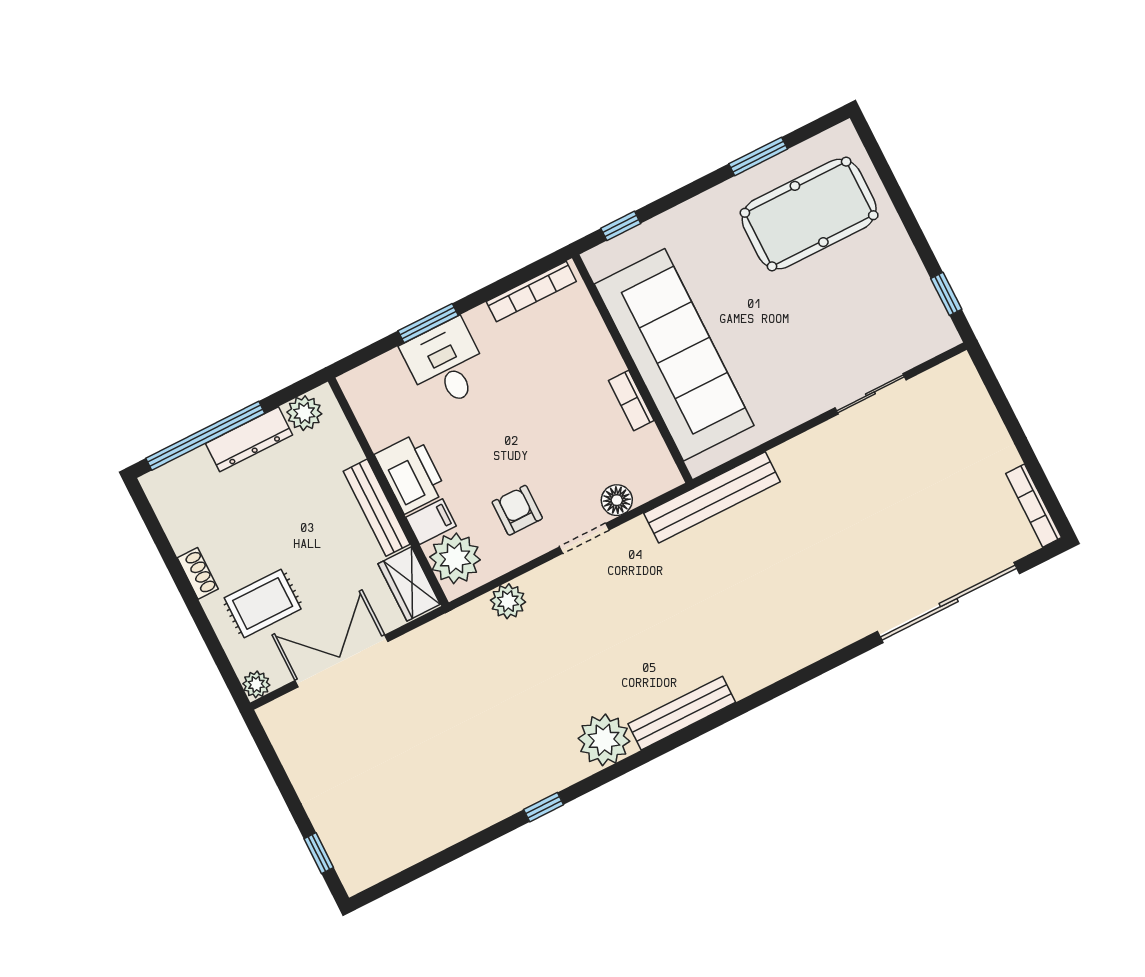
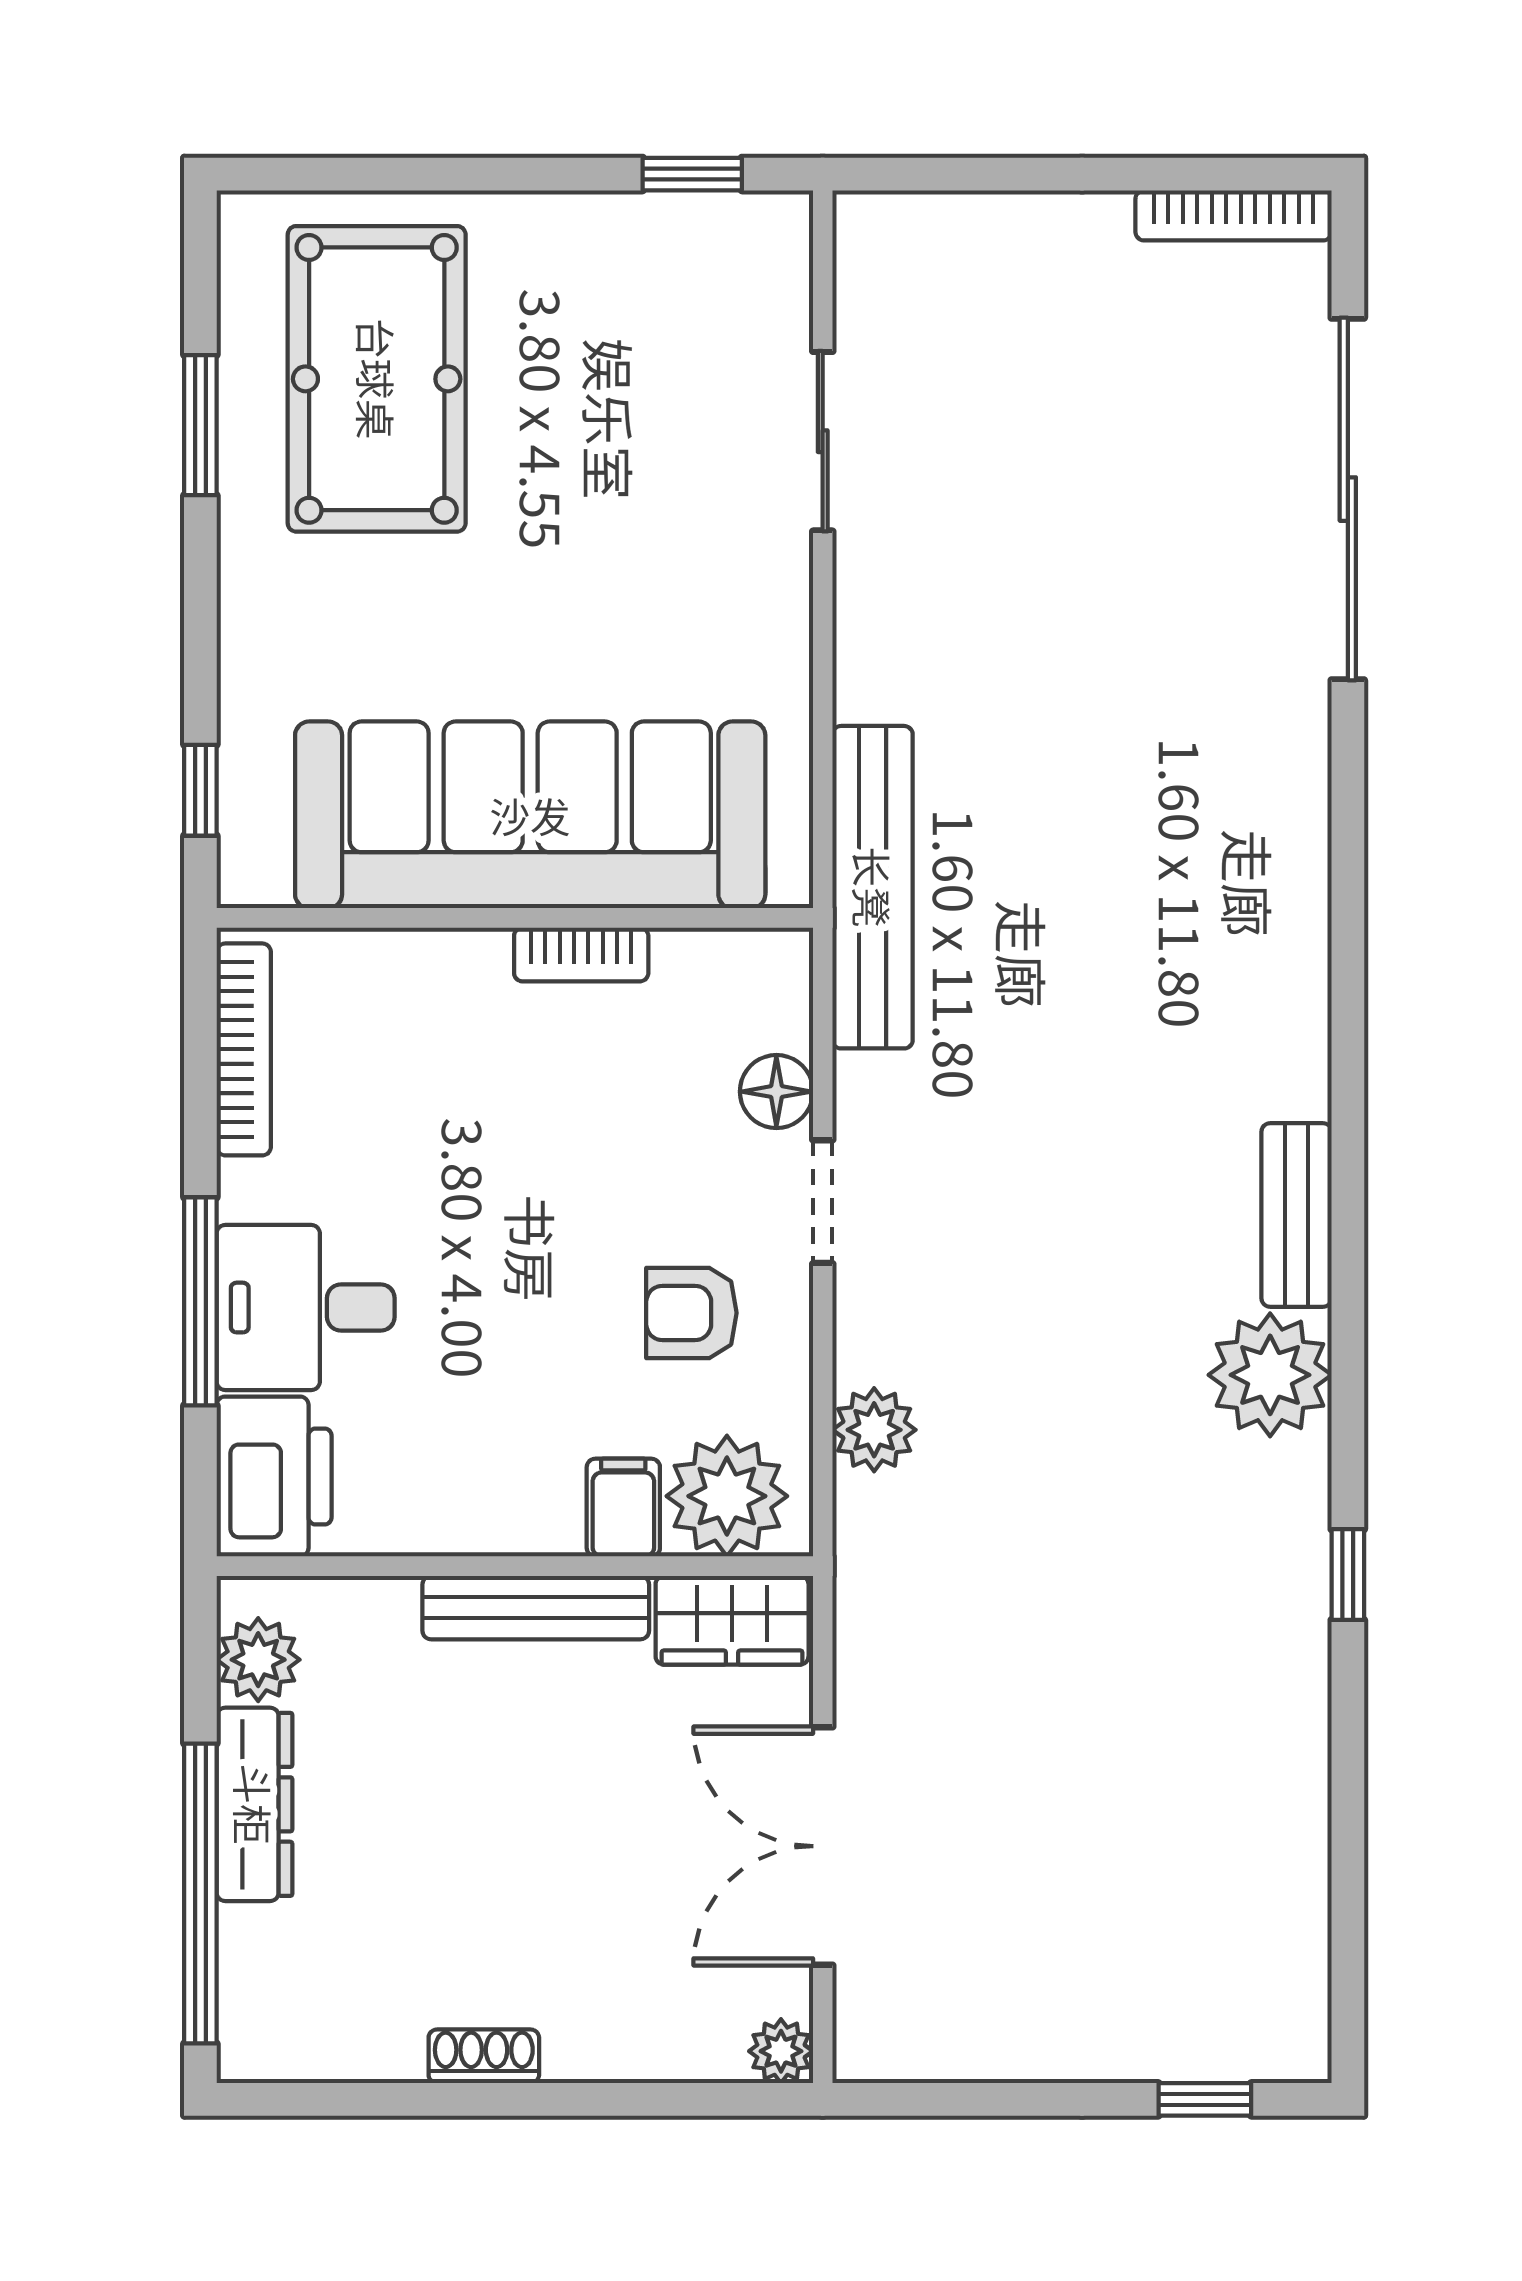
window: (428, 323) -> (200, 1301), width x1.44
printer: (411, 474) -> (274, 1476), moved, turned 90
rug: (263, 603) -> (617, 1951), removed
bench: (682, 713) -> (1297, 1215), width x0.73

